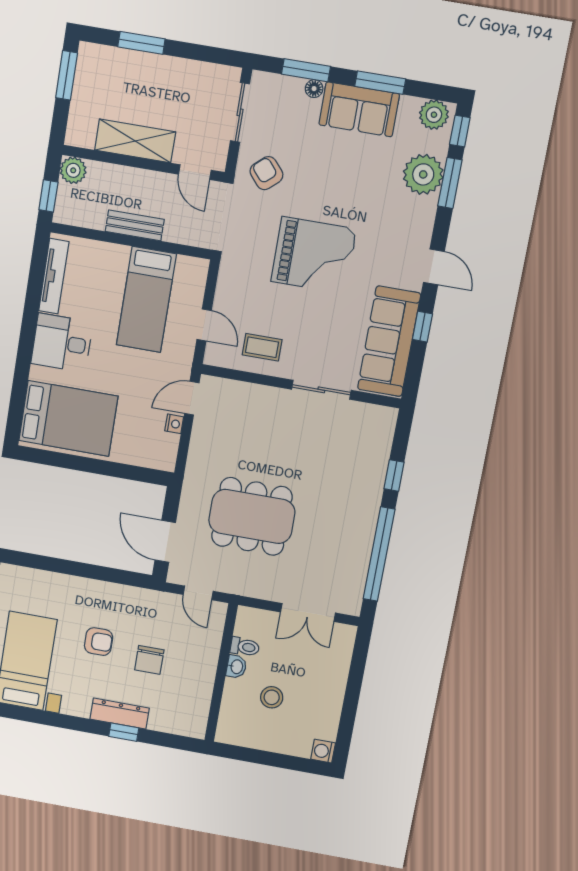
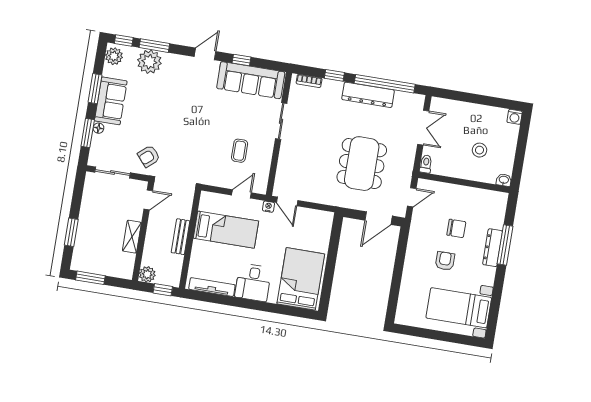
shelving: (135, 141) -> (132, 237), width x0.67, depth x0.75
grand piano: (314, 255) -> (198, 127), removed
coffee table: (262, 347) -> (240, 151), moved
nightstand: (174, 424) -> (268, 207), moved
bookcase: (386, 435) -> (309, 81), added
dresser: (362, 528) -> (368, 95), added
toilet: (245, 647) -> (426, 164), moved
washbasin: (236, 667) -> (504, 180), moved
window: (124, 732) -> (505, 245), width x2.17

